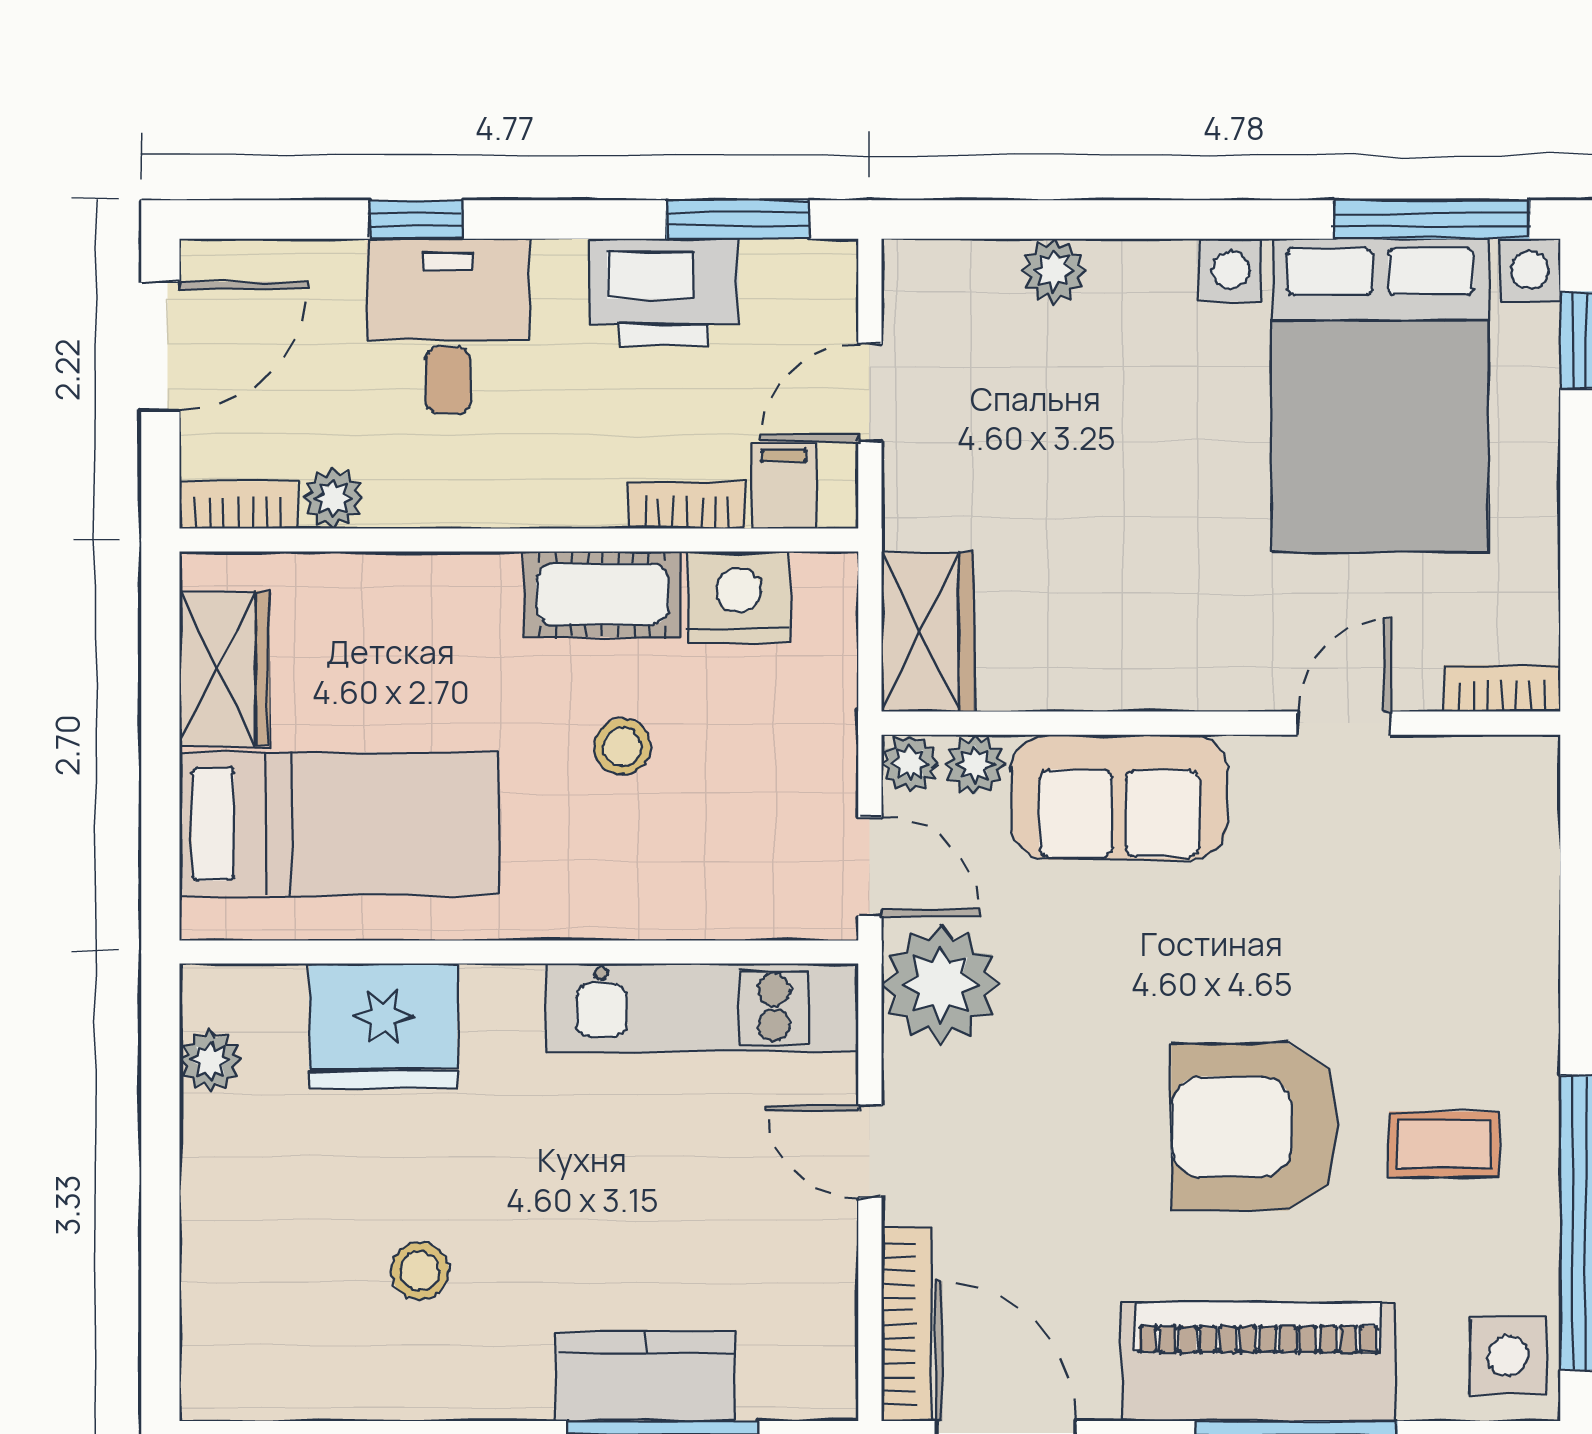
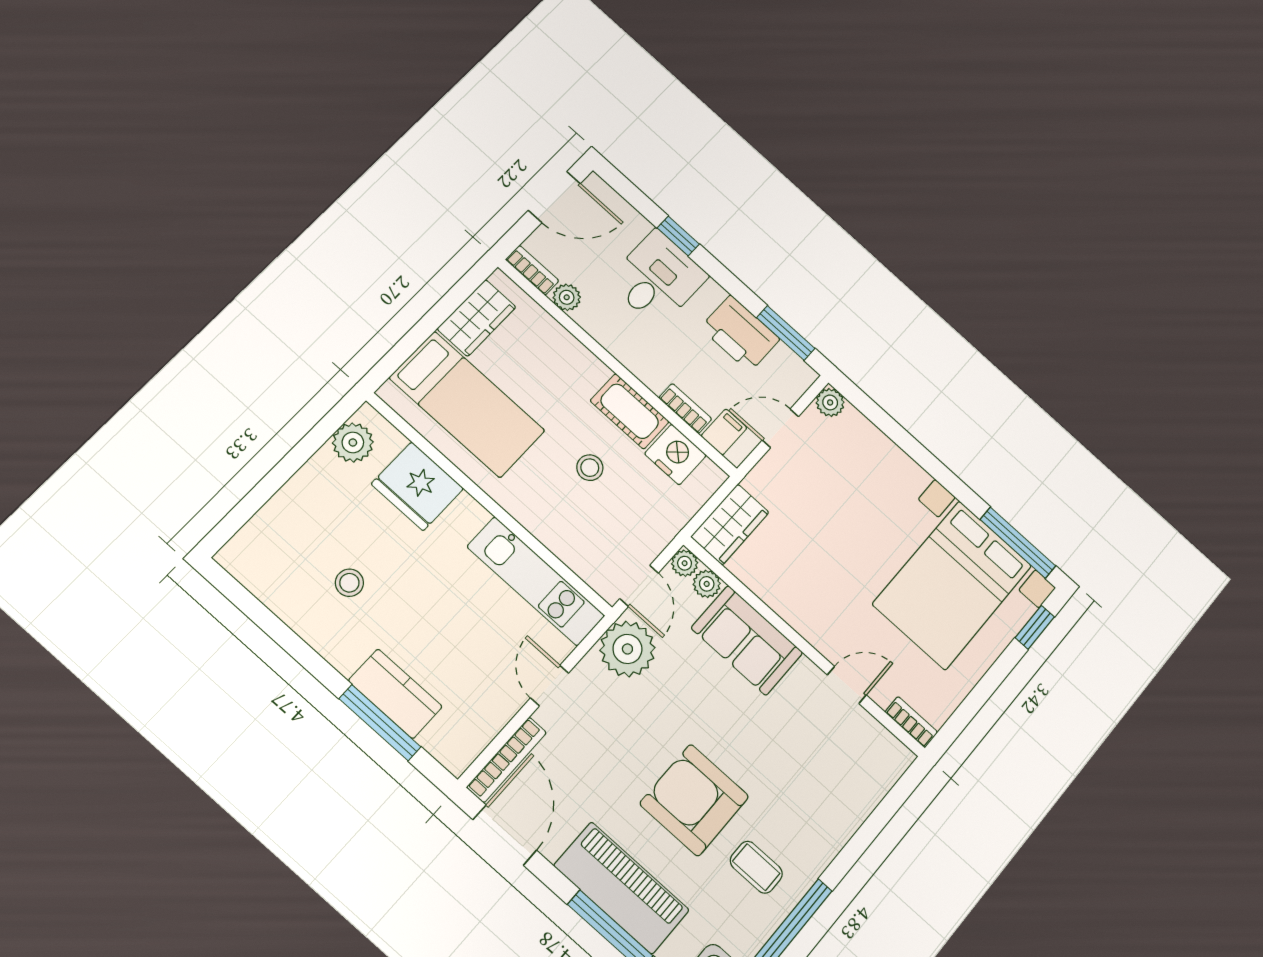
plant: (1054, 271) -> (830, 402), moved
plant: (210, 1061) -> (353, 442), width x1.38, depth x1.38

